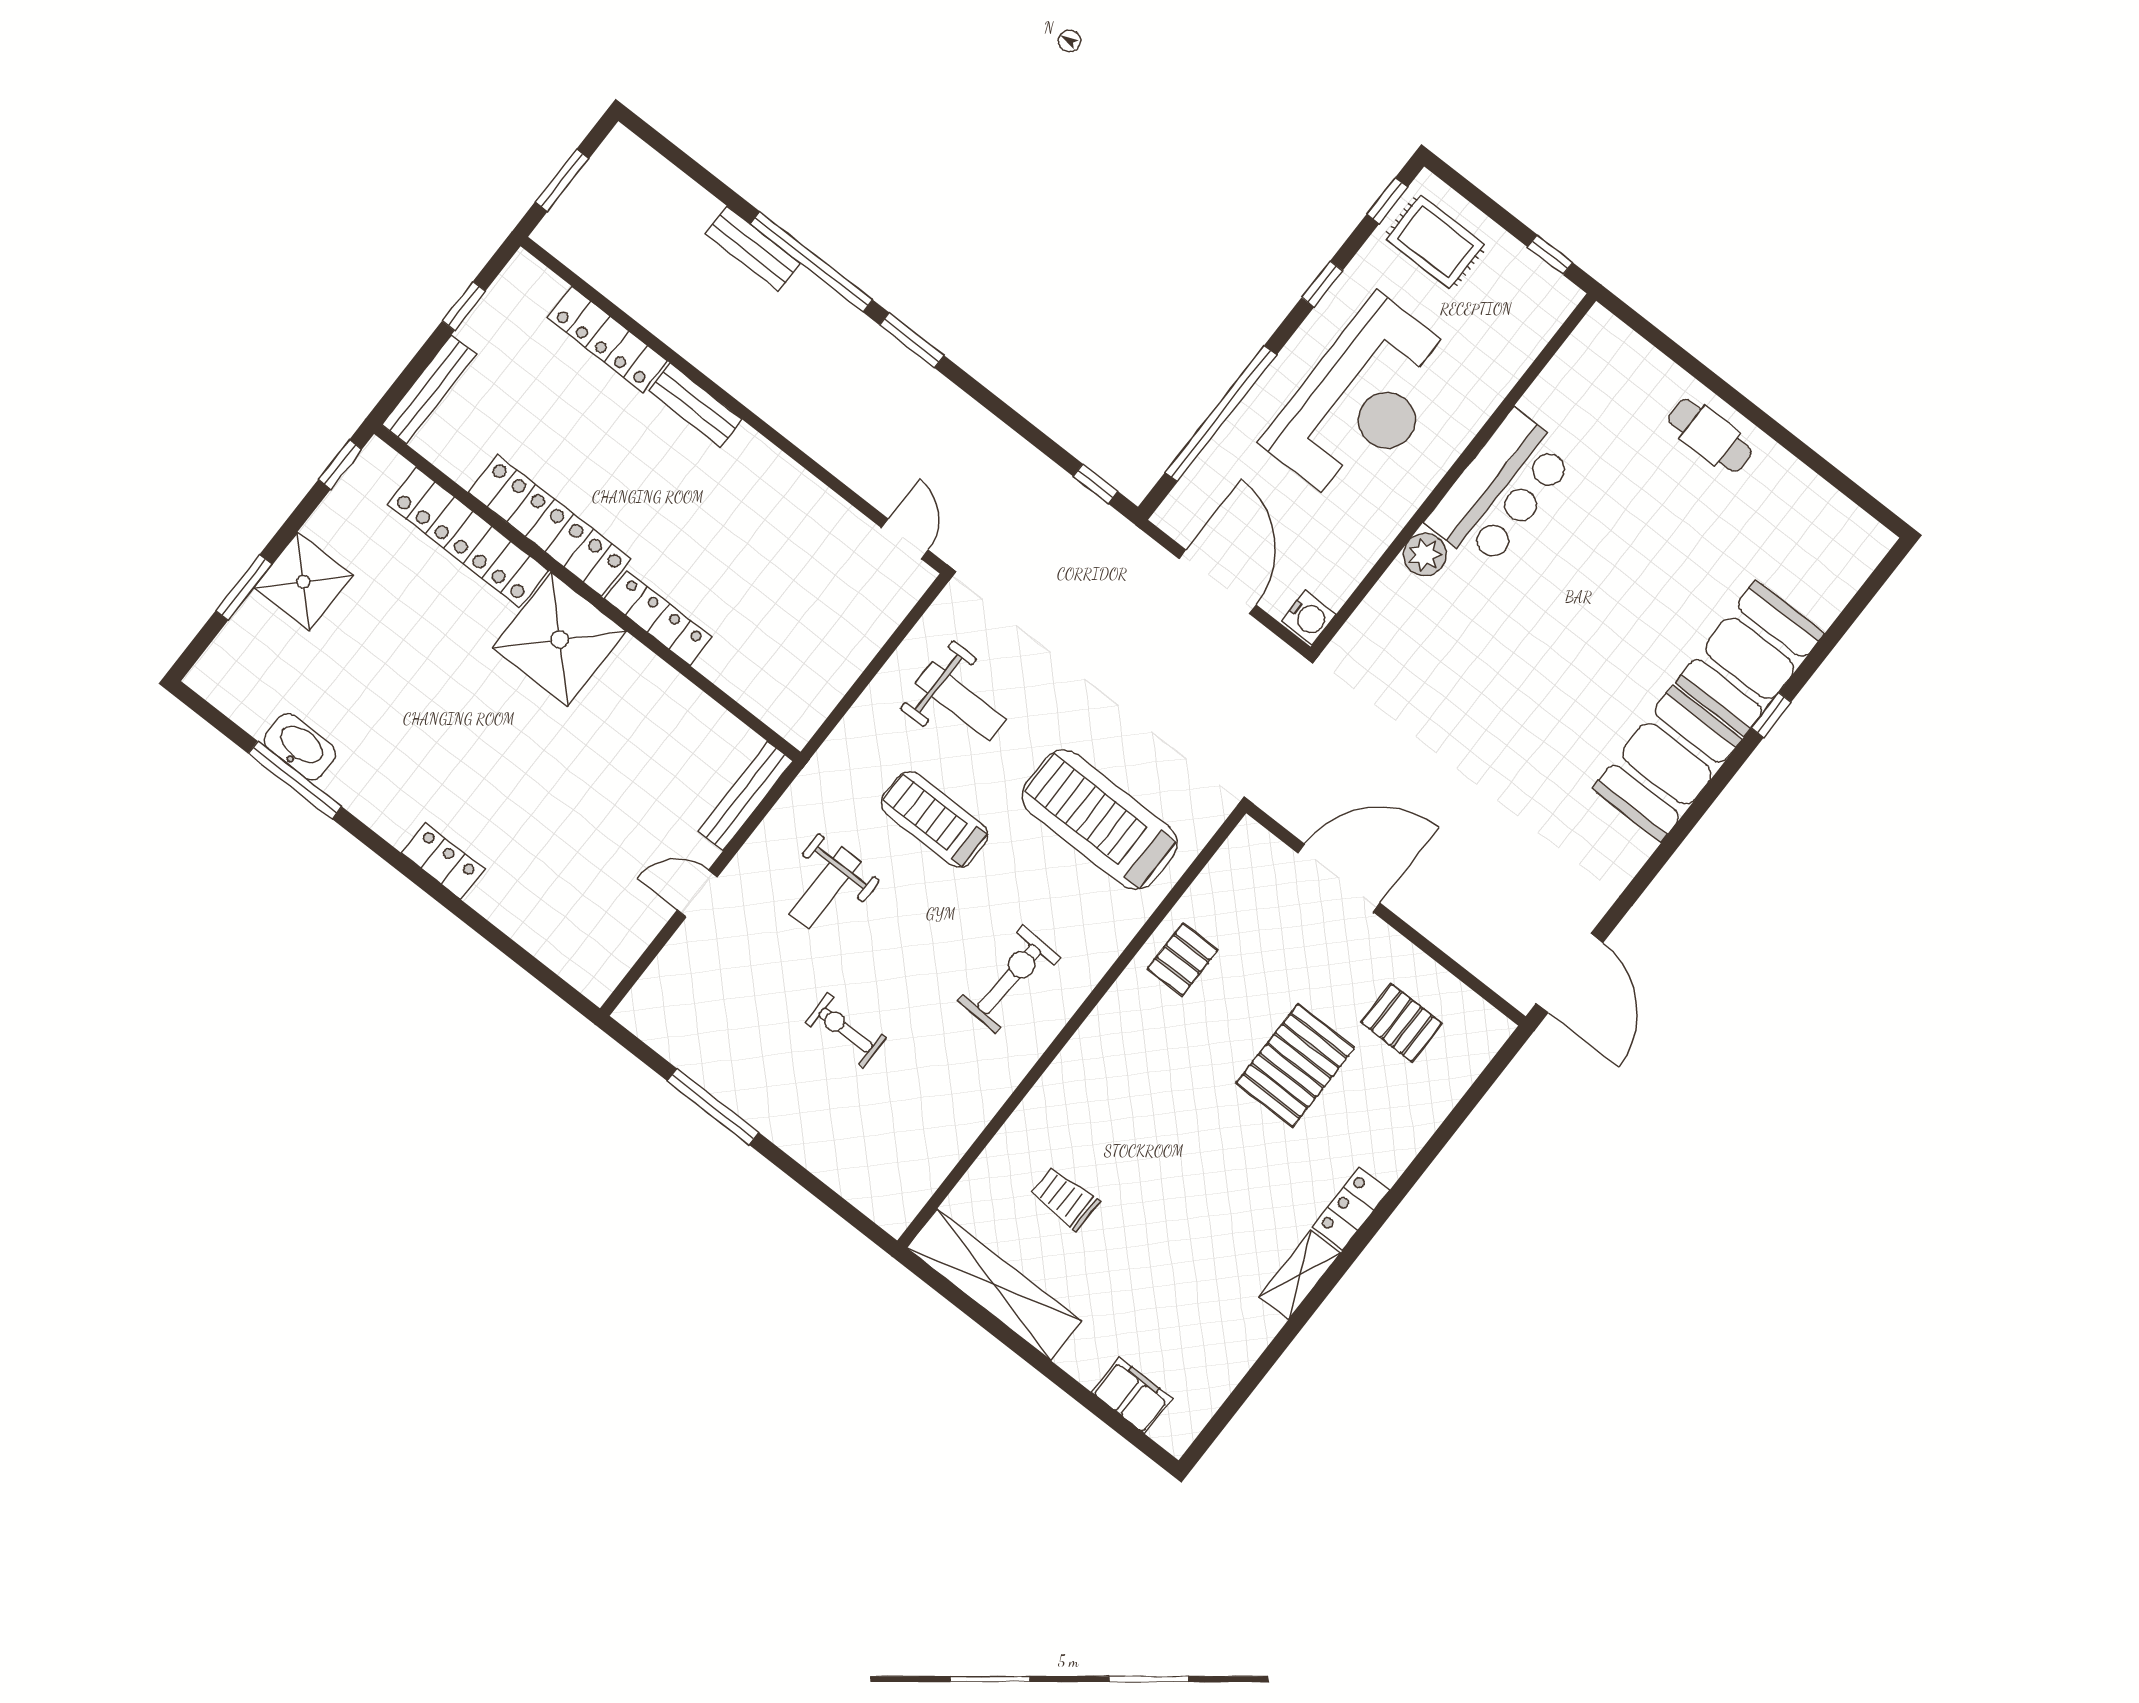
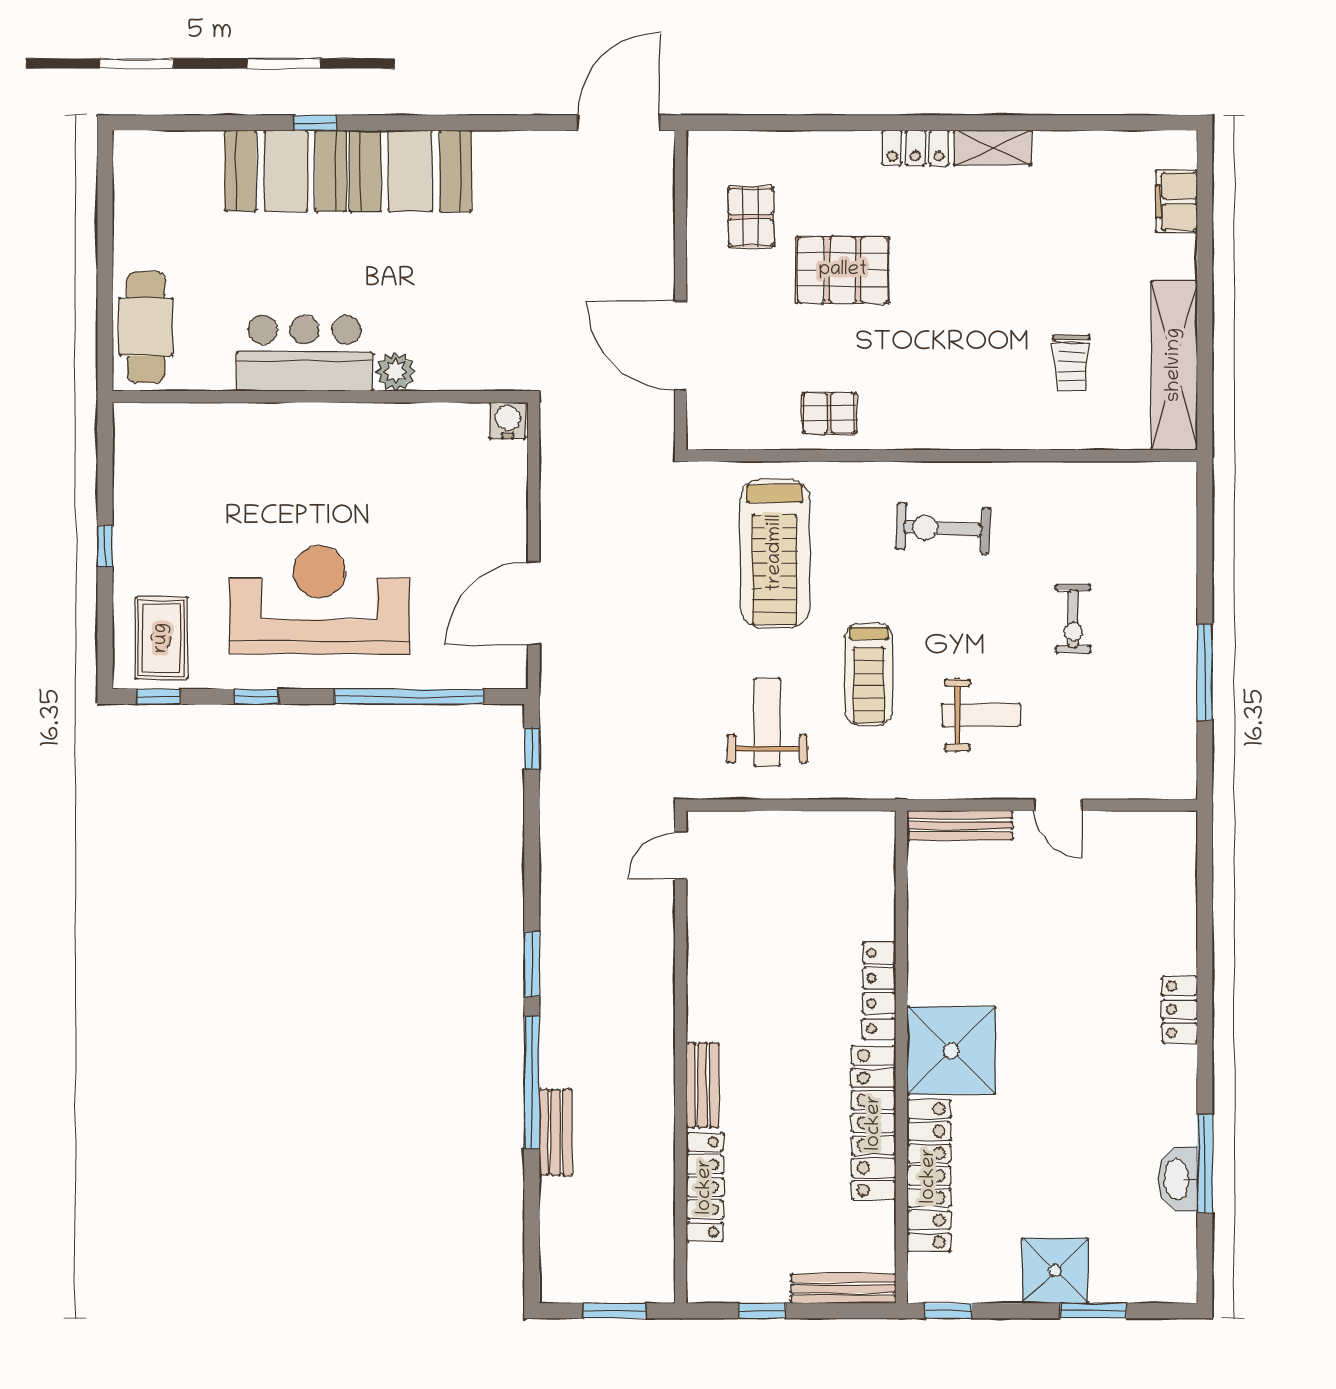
cafe table: (1710, 435) -> (146, 327), width x1.37, depth x1.35
wall: (1453, 474) -> (320, 397), moved
bar counter: (1501, 489) -> (305, 353), moved
plant: (1425, 555) -> (396, 372), moved
water cooler: (1309, 617) -> (508, 421), moved

